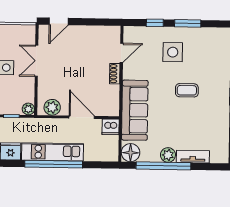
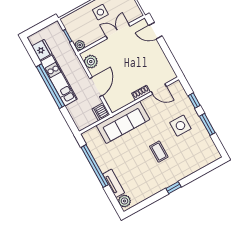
floor lamp: (131, 153) -> (91, 137), removed
plant: (168, 155) -> (124, 201), moved

